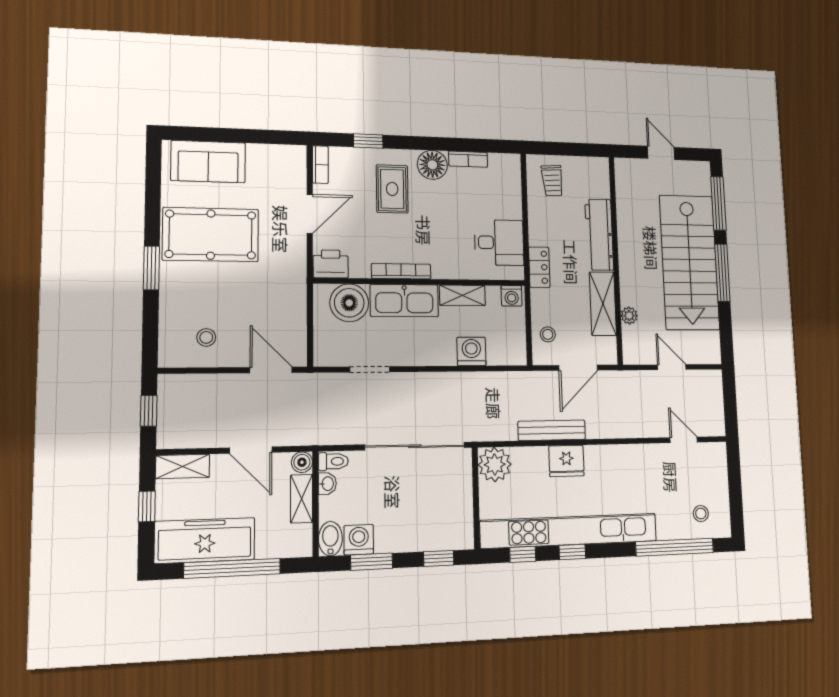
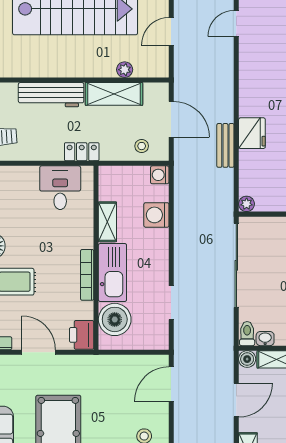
washing machine: (512, 296) -> (160, 175), moved, turned 180
bench: (552, 430) -> (225, 145), width x0.73
plant: (495, 465) -> (247, 204), width x0.53, depth x0.53

